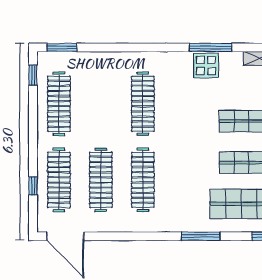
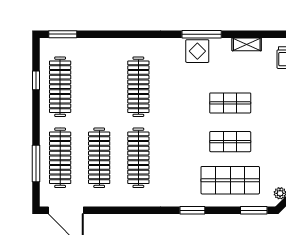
window: (33, 75) -> (36, 80), moved
window: (33, 186) -> (36, 163), width x2.17
window: (201, 236) -> (192, 210), width x0.69

